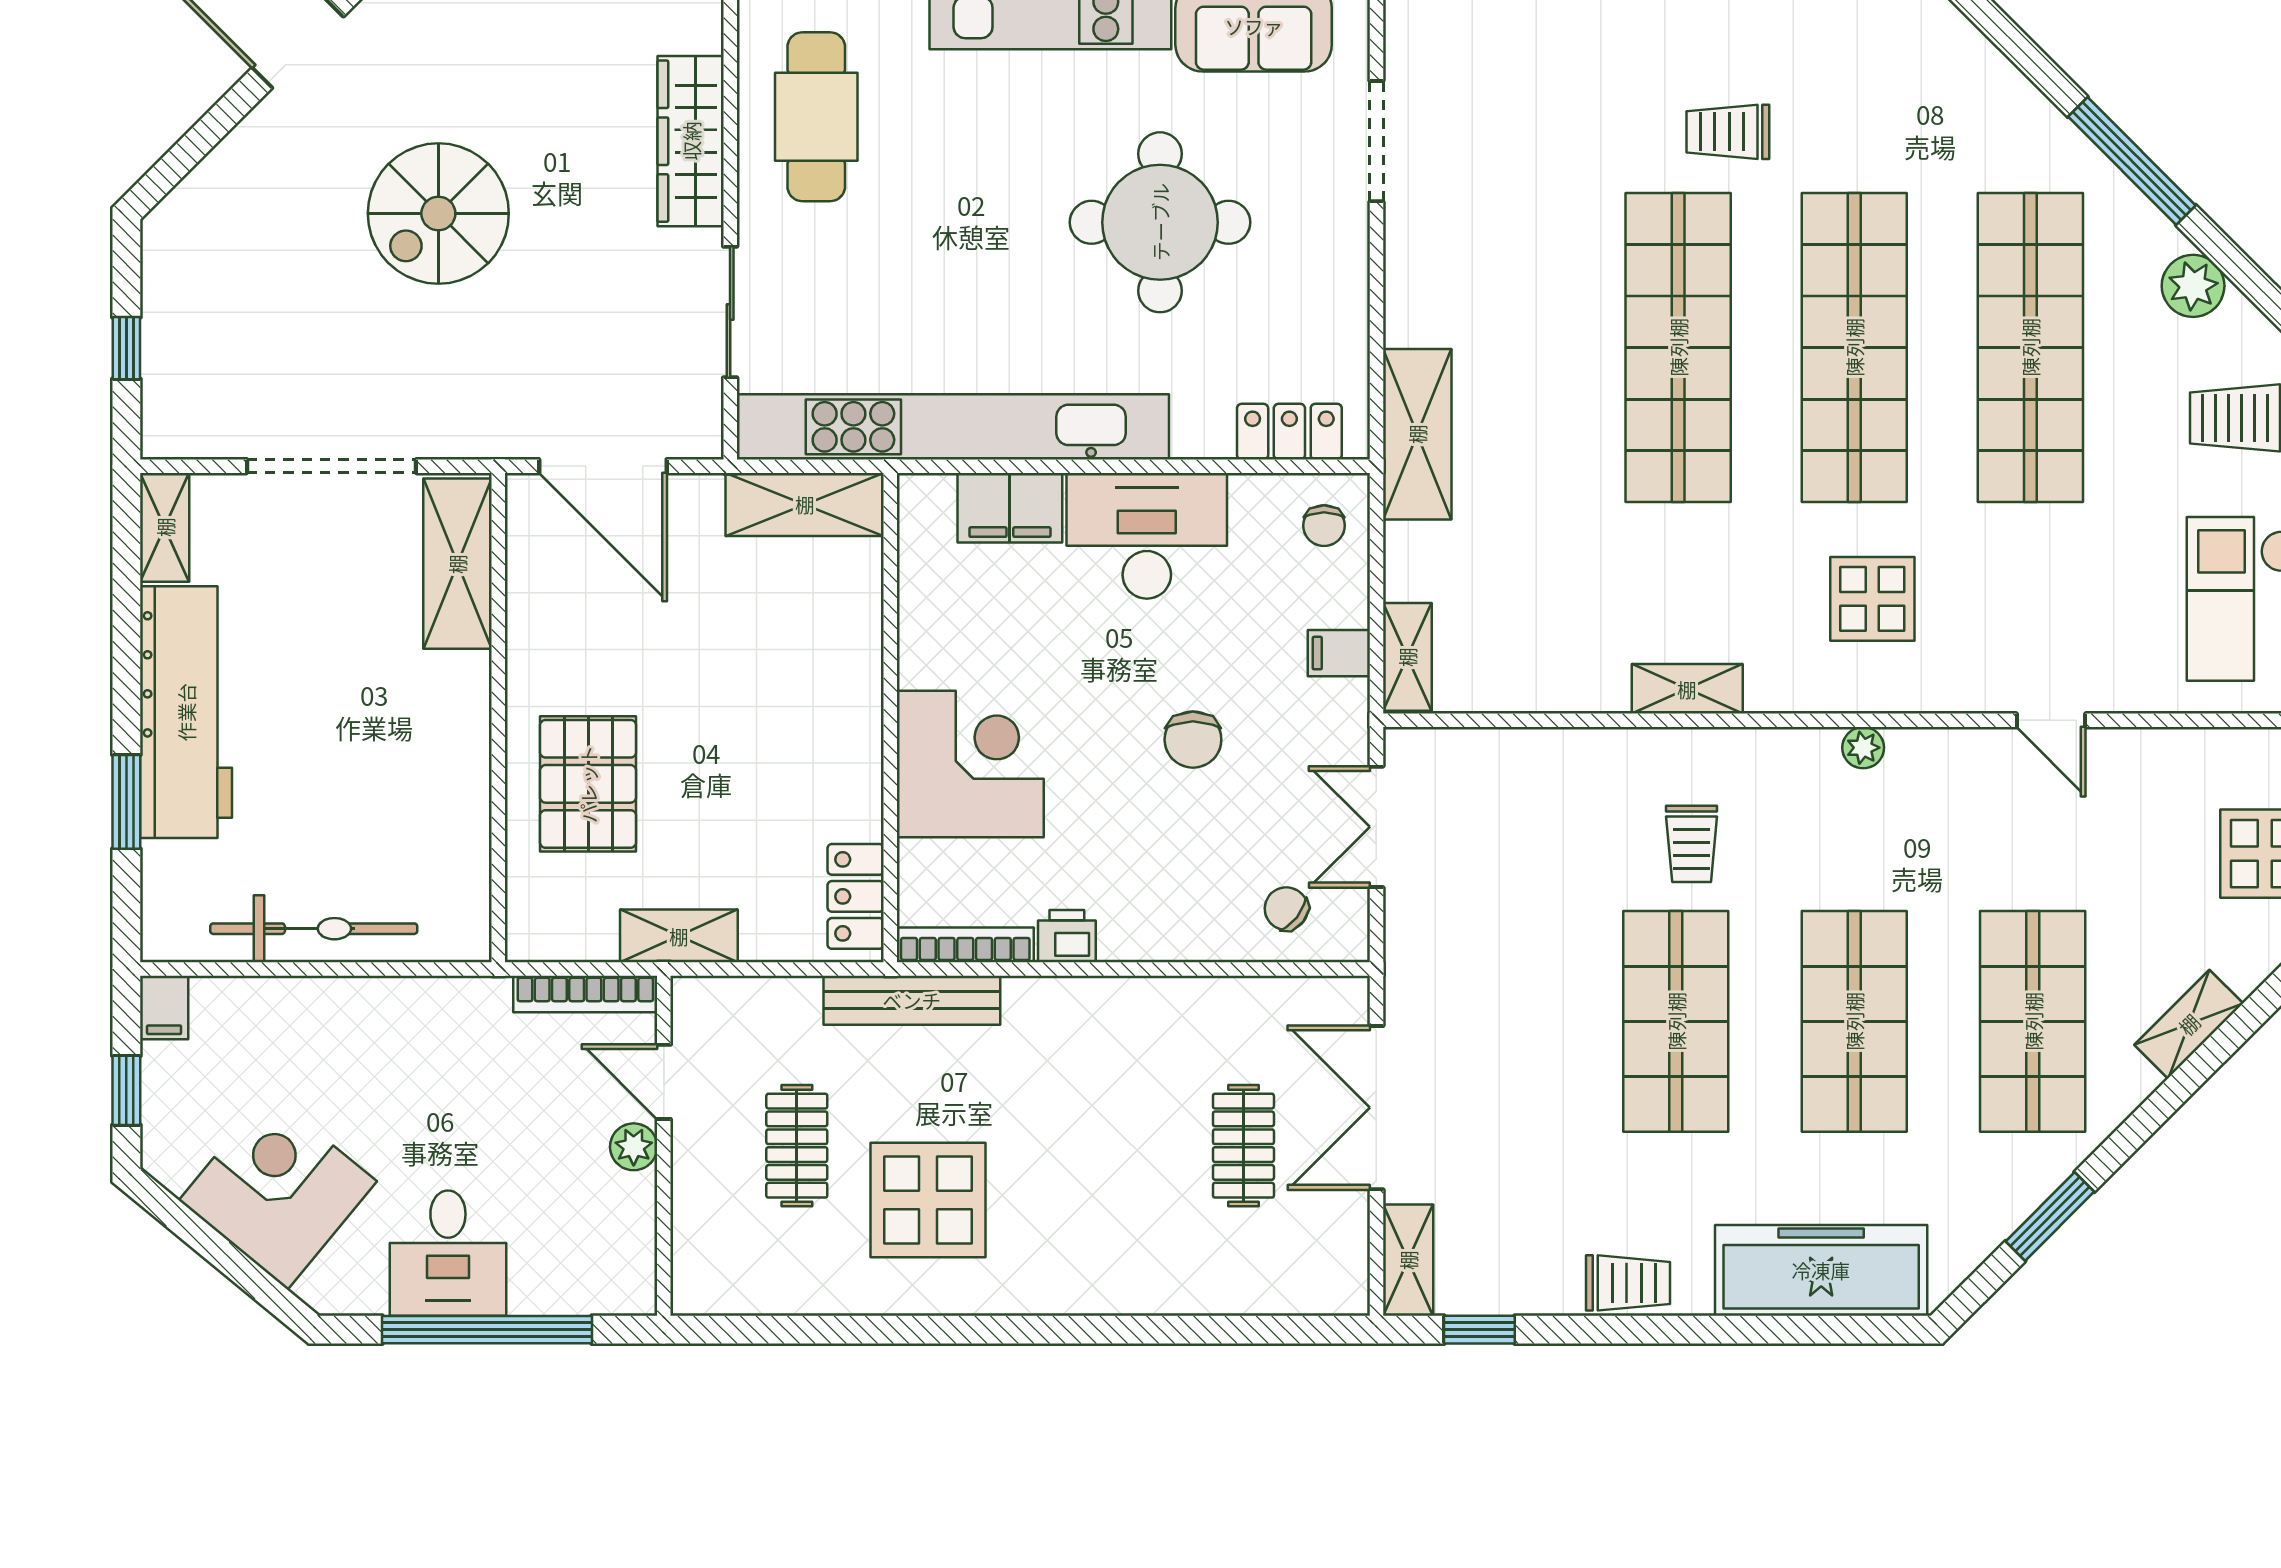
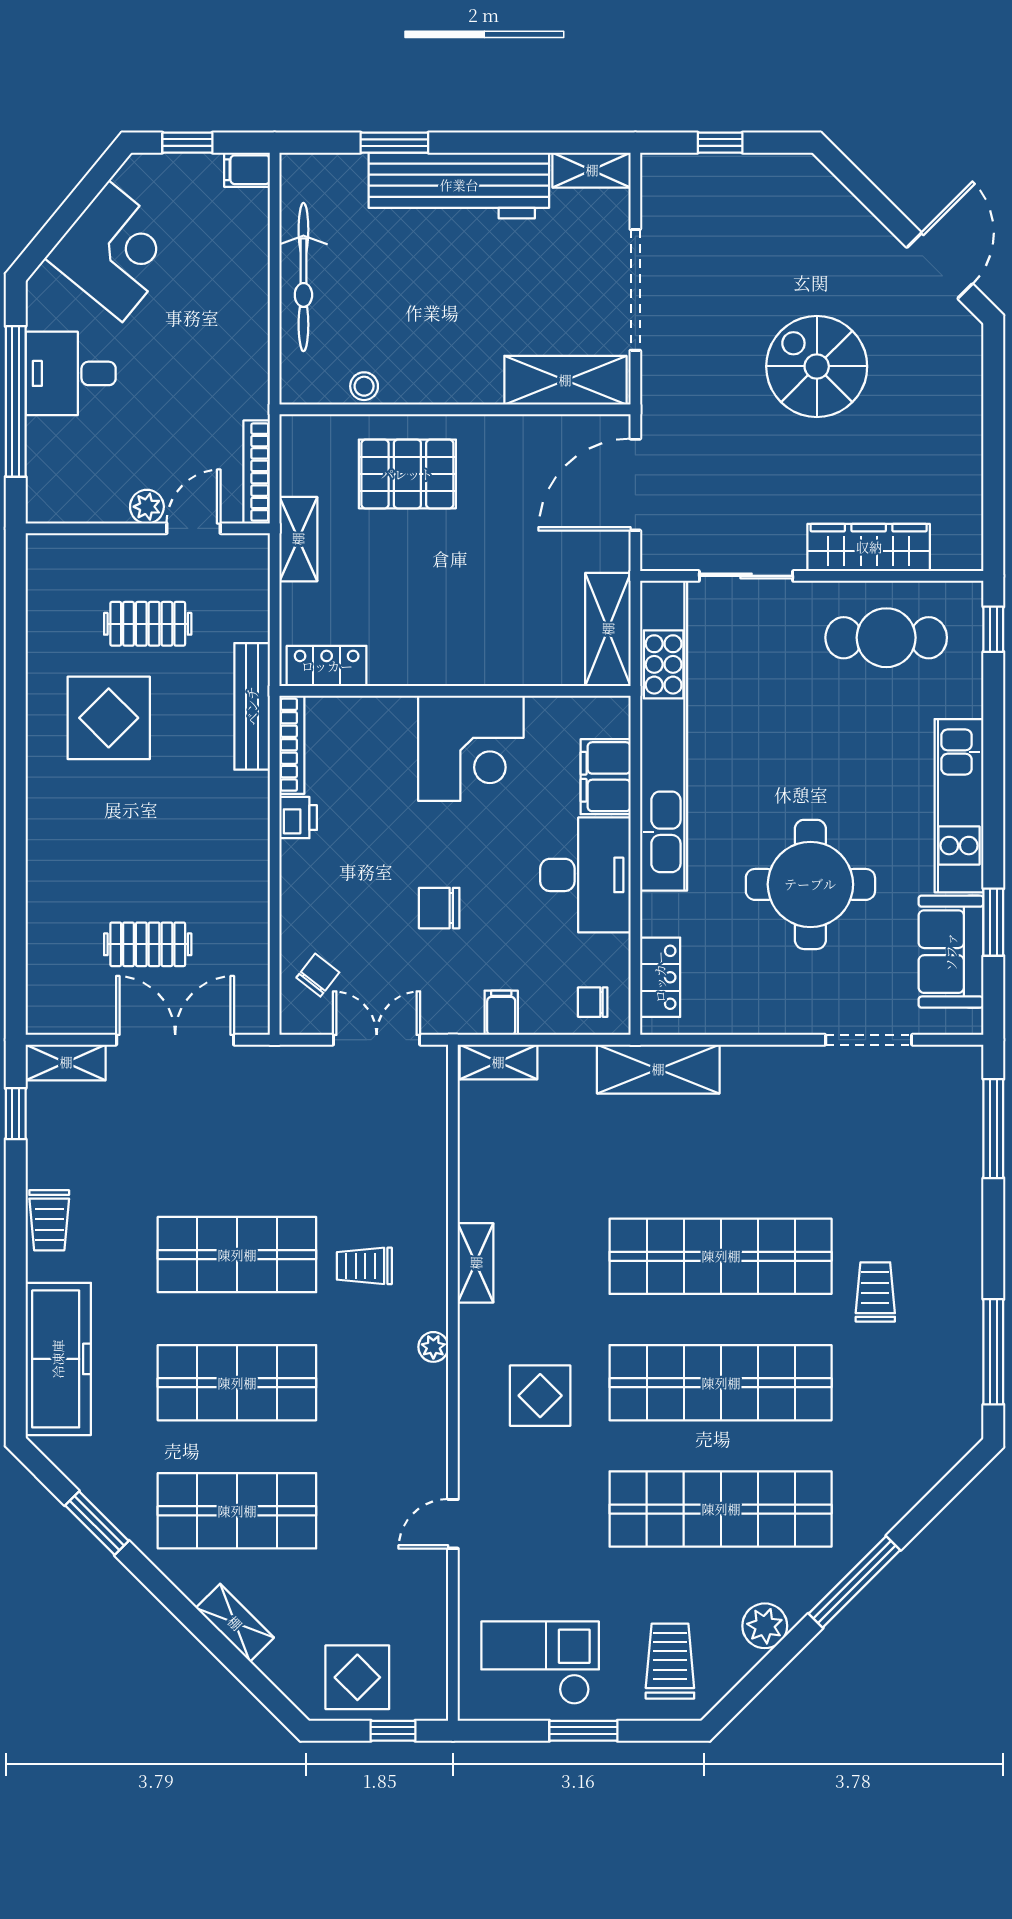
plant: (1863, 748) -> (433, 1347), moved
corner desk: (970, 764) -> (471, 748), moved
stool: (466, 844) -> (364, 386), added

